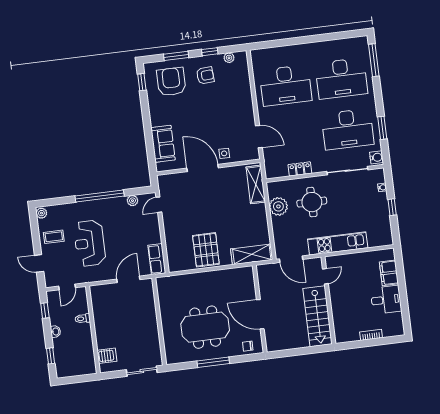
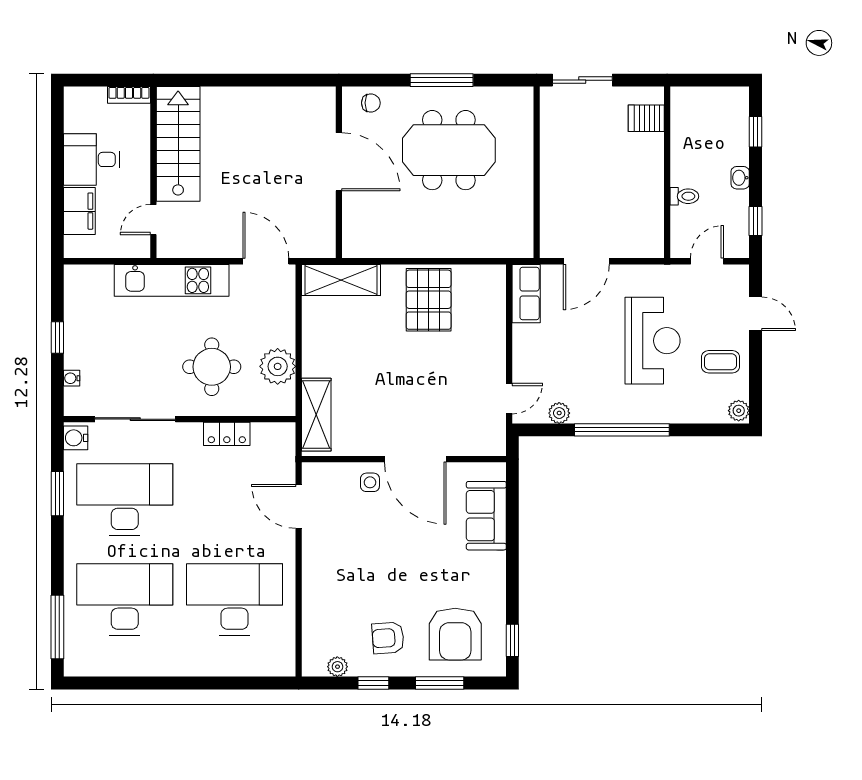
door: (325, 276) -> (153, 220), moved
wall: (328, 300) -> (153, 172), moved
stairs: (318, 316) -> (178, 144), moved

